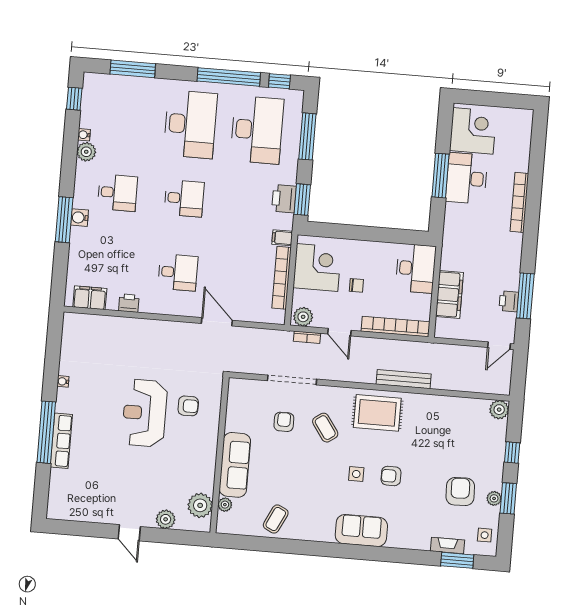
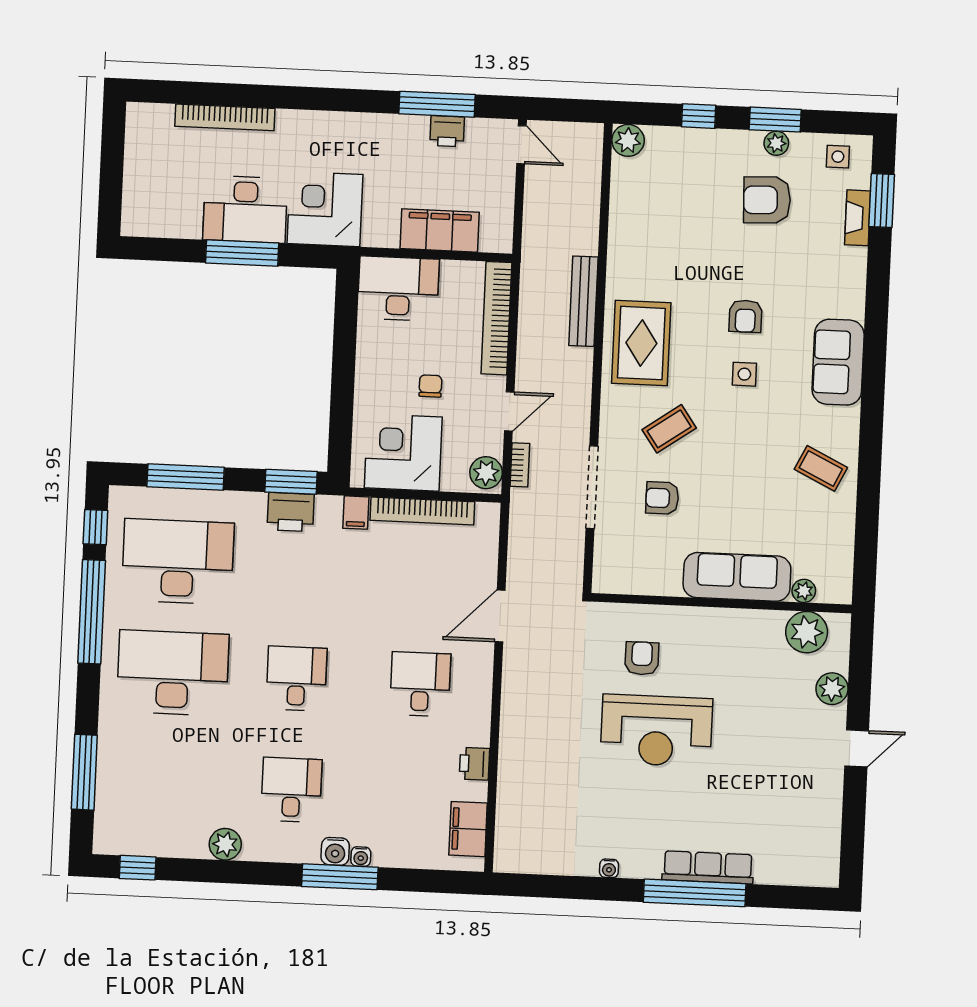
corner desk: (473, 131) -> (325, 209), moved
water cooler: (84, 135) -> (361, 857), moved
bookcase: (519, 202) -> (225, 117), moved
coffee table: (276, 519) -> (821, 468), moved

